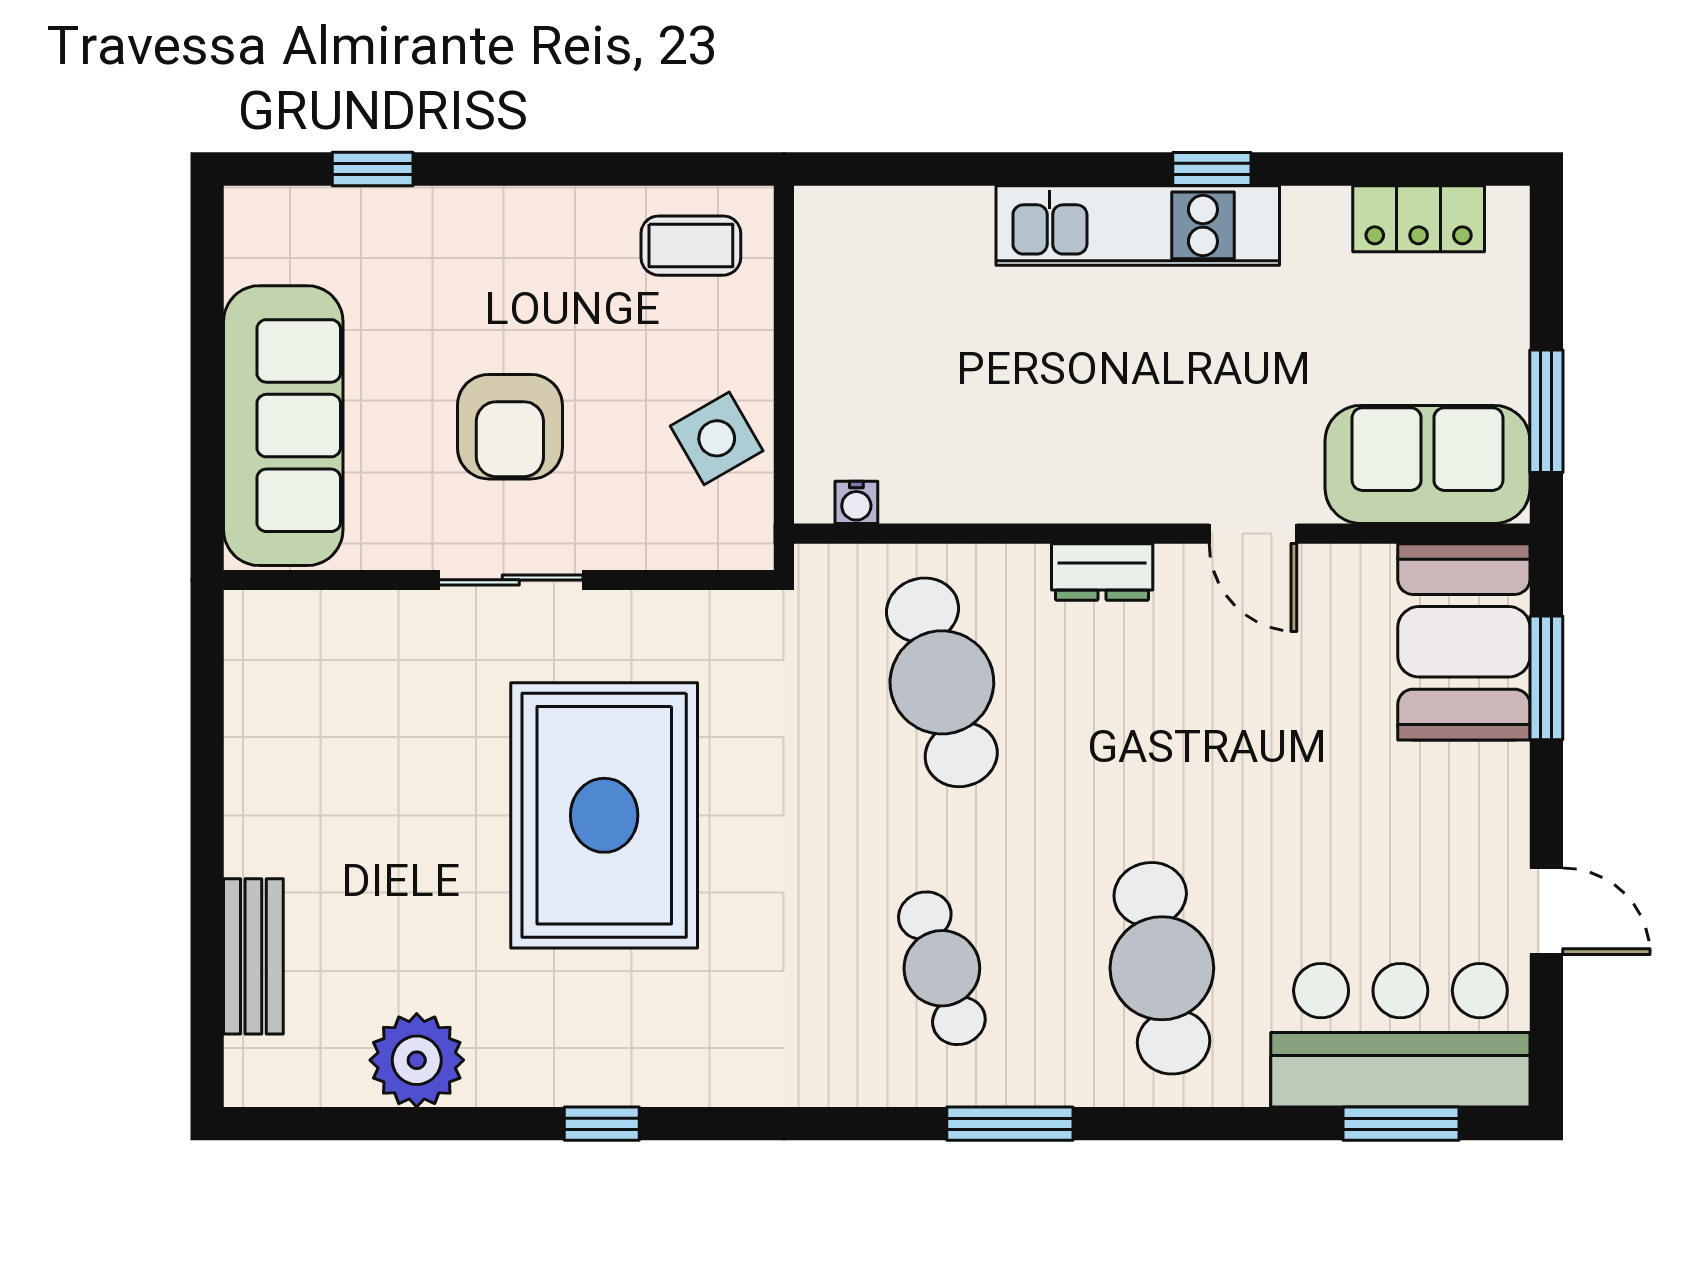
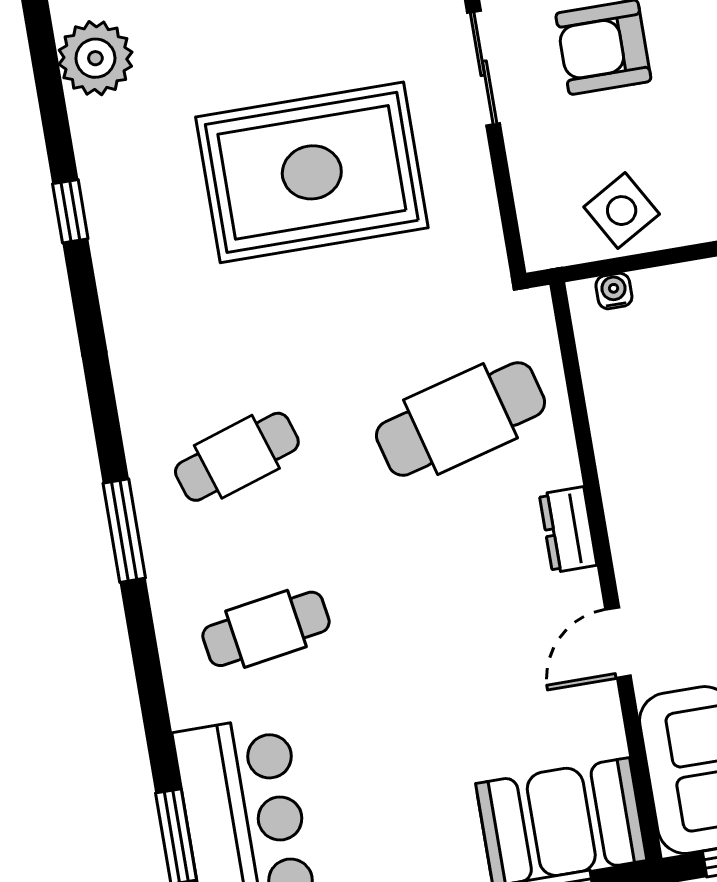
water cooler: (856, 502) -> (614, 291), moved, turned 90
cafe table: (1162, 968) -> (266, 629), width x0.73, depth x0.74

